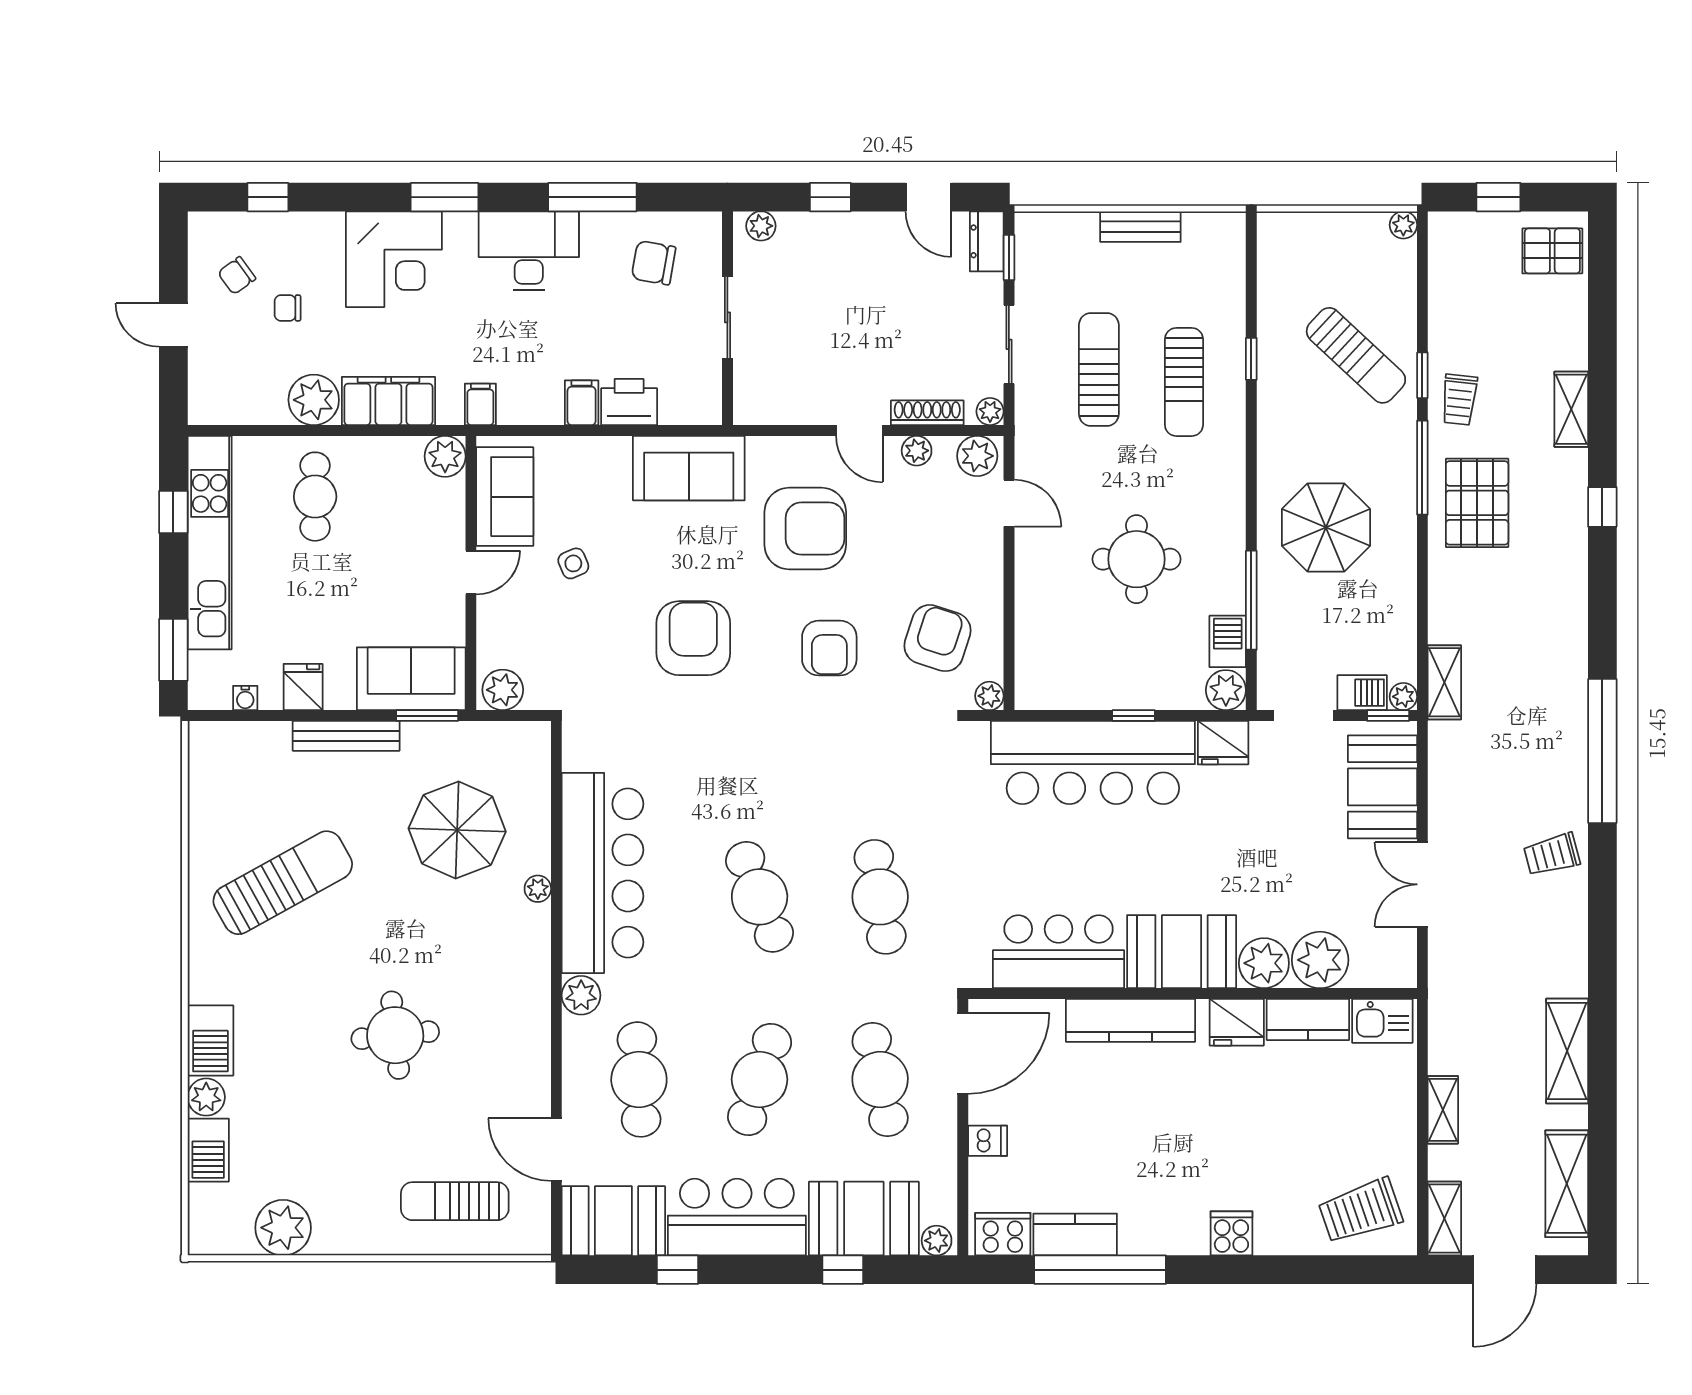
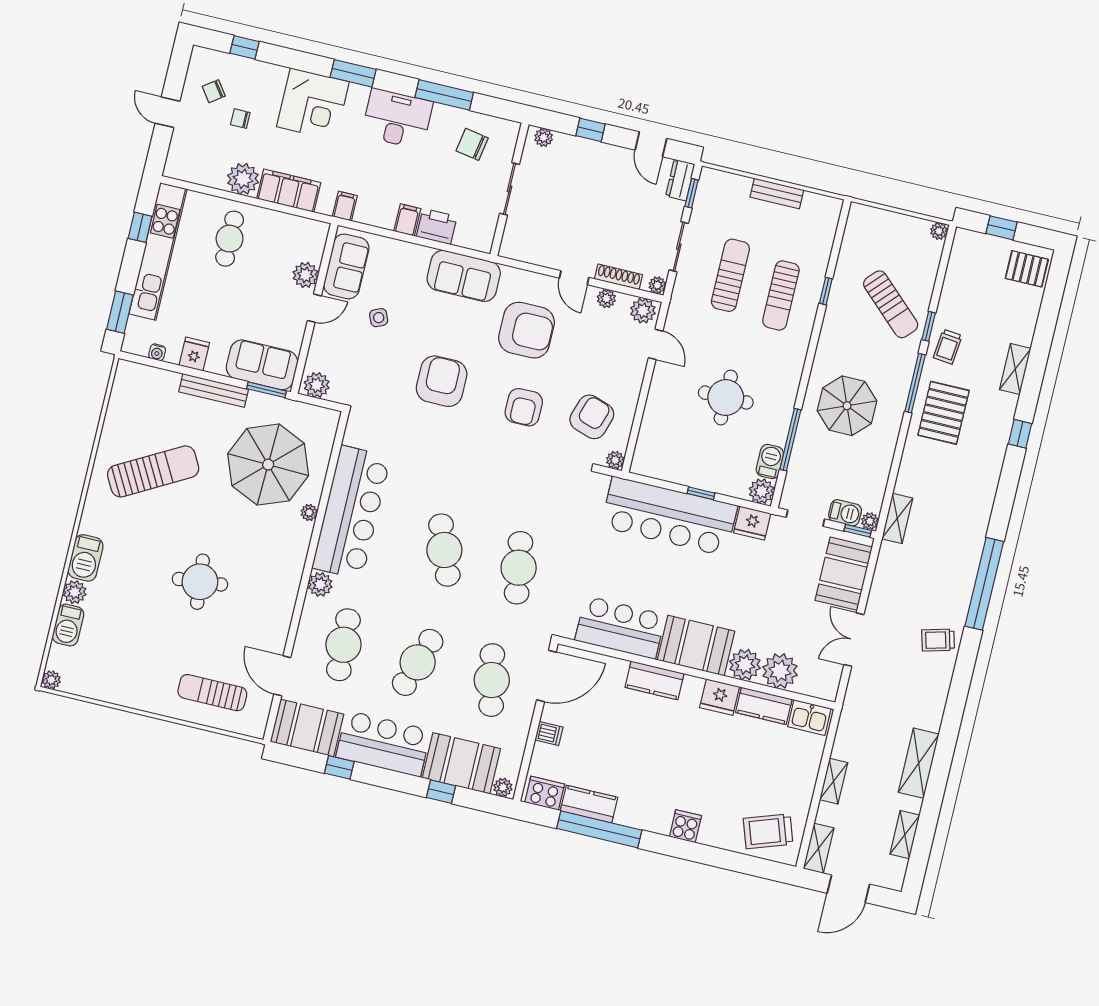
plant: (445, 456) -> (305, 275), moved
parasol: (457, 830) -> (268, 465), width x1.36, depth x1.36
kitchen counter: (1131, 1020) -> (655, 680), width x0.67
shelving: (1567, 1184) -> (905, 835), width x0.67, depth x0.75
plant: (283, 1228) -> (51, 680), moved, width x0.53, depth x0.53

